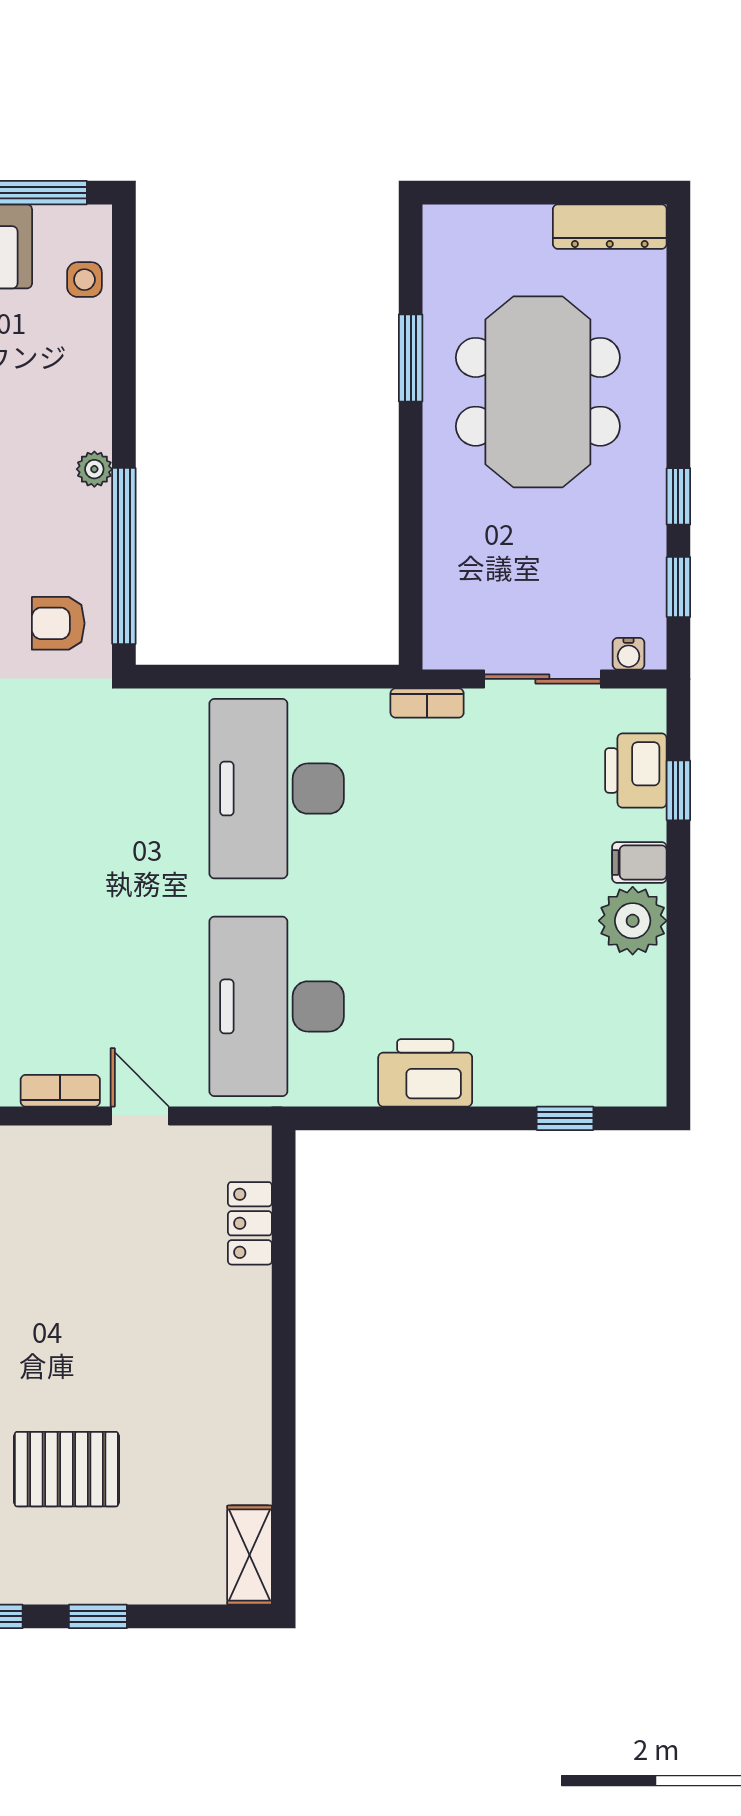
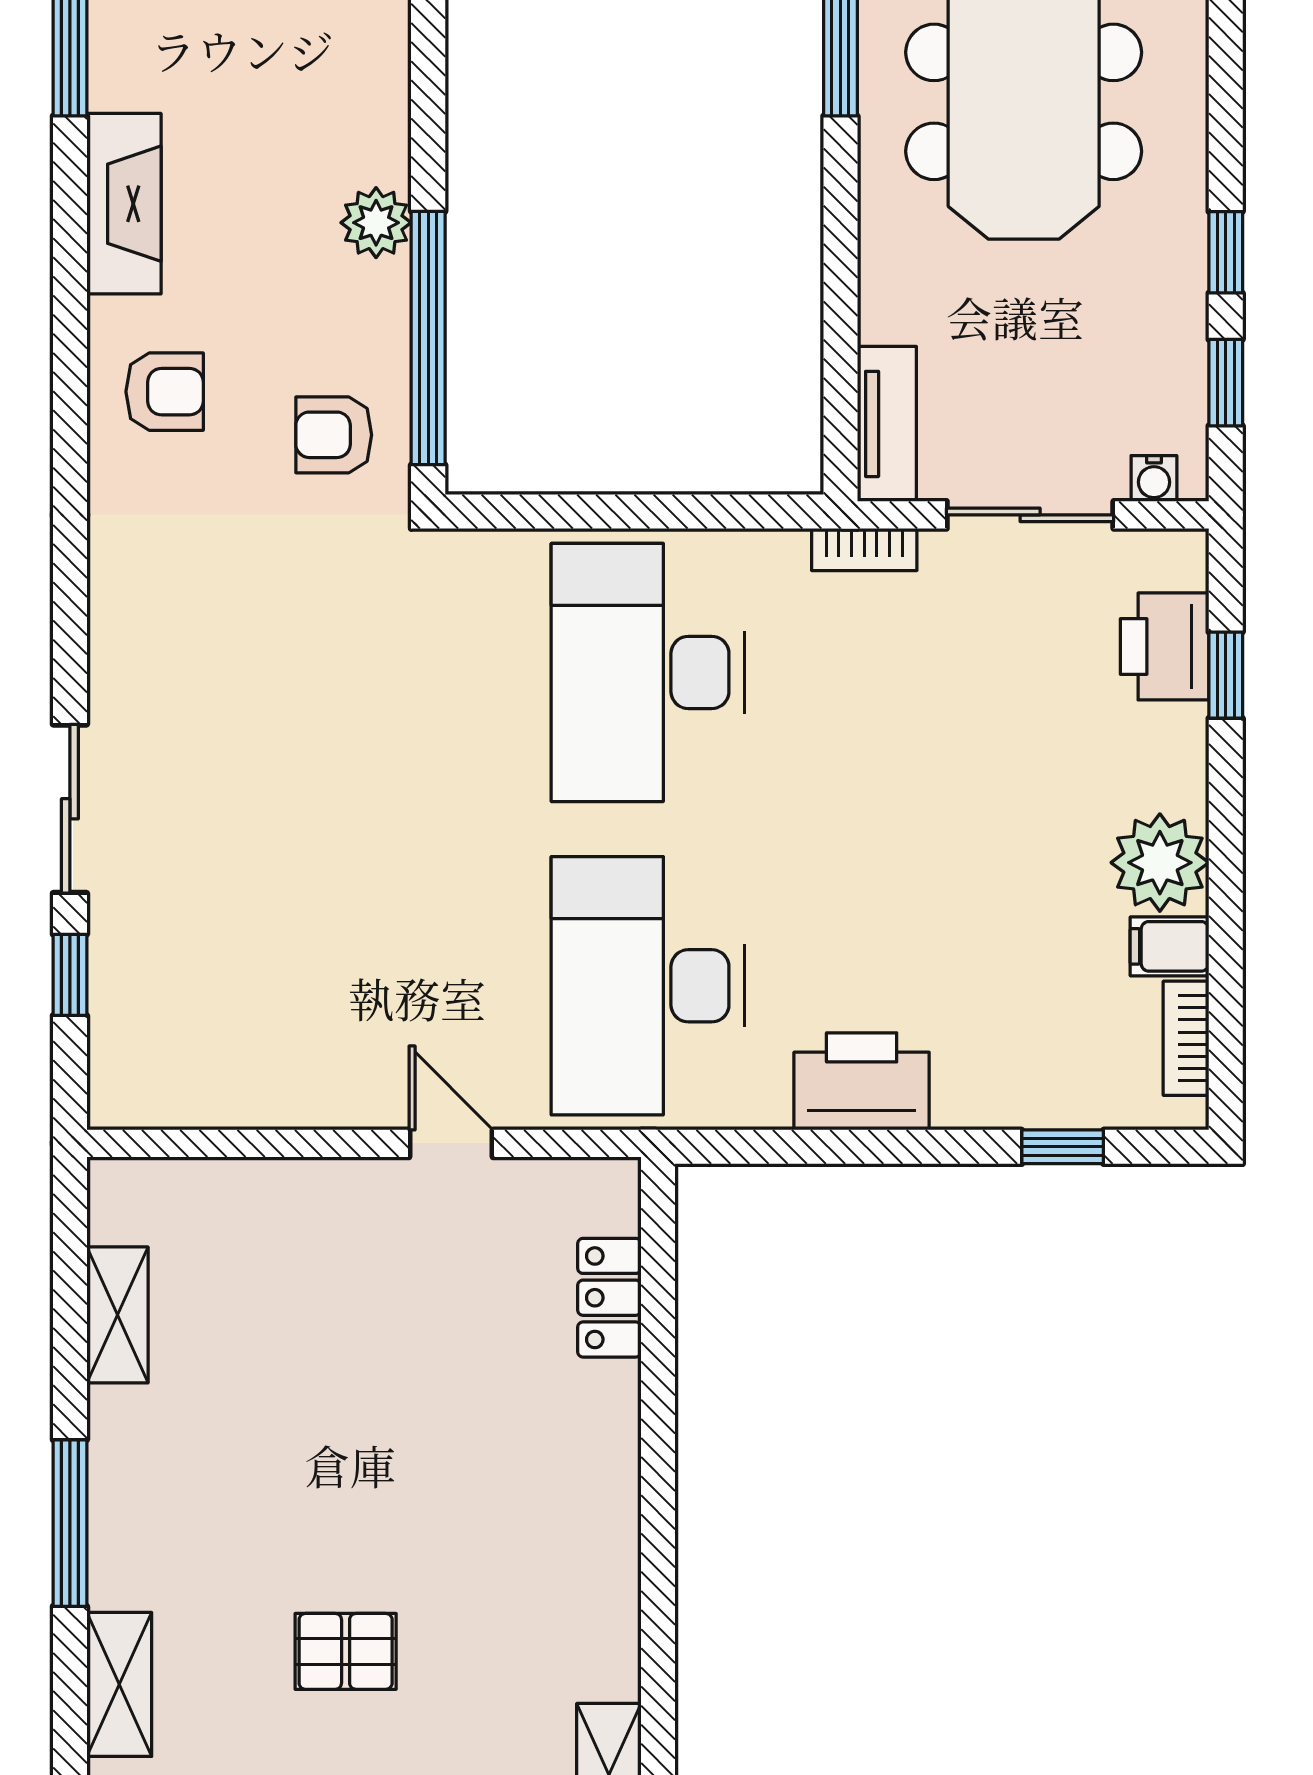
plant: (94, 469) -> (376, 223), width x1.38, depth x1.38
tv unit: (443, 616) -> (887, 424), added
filing cabinet: (639, 862) -> (1170, 946), moved
bookcase: (60, 1091) -> (1186, 1038), moved, turned -90
pallet: (66, 1469) -> (346, 1651), width x0.67, depth x0.71

